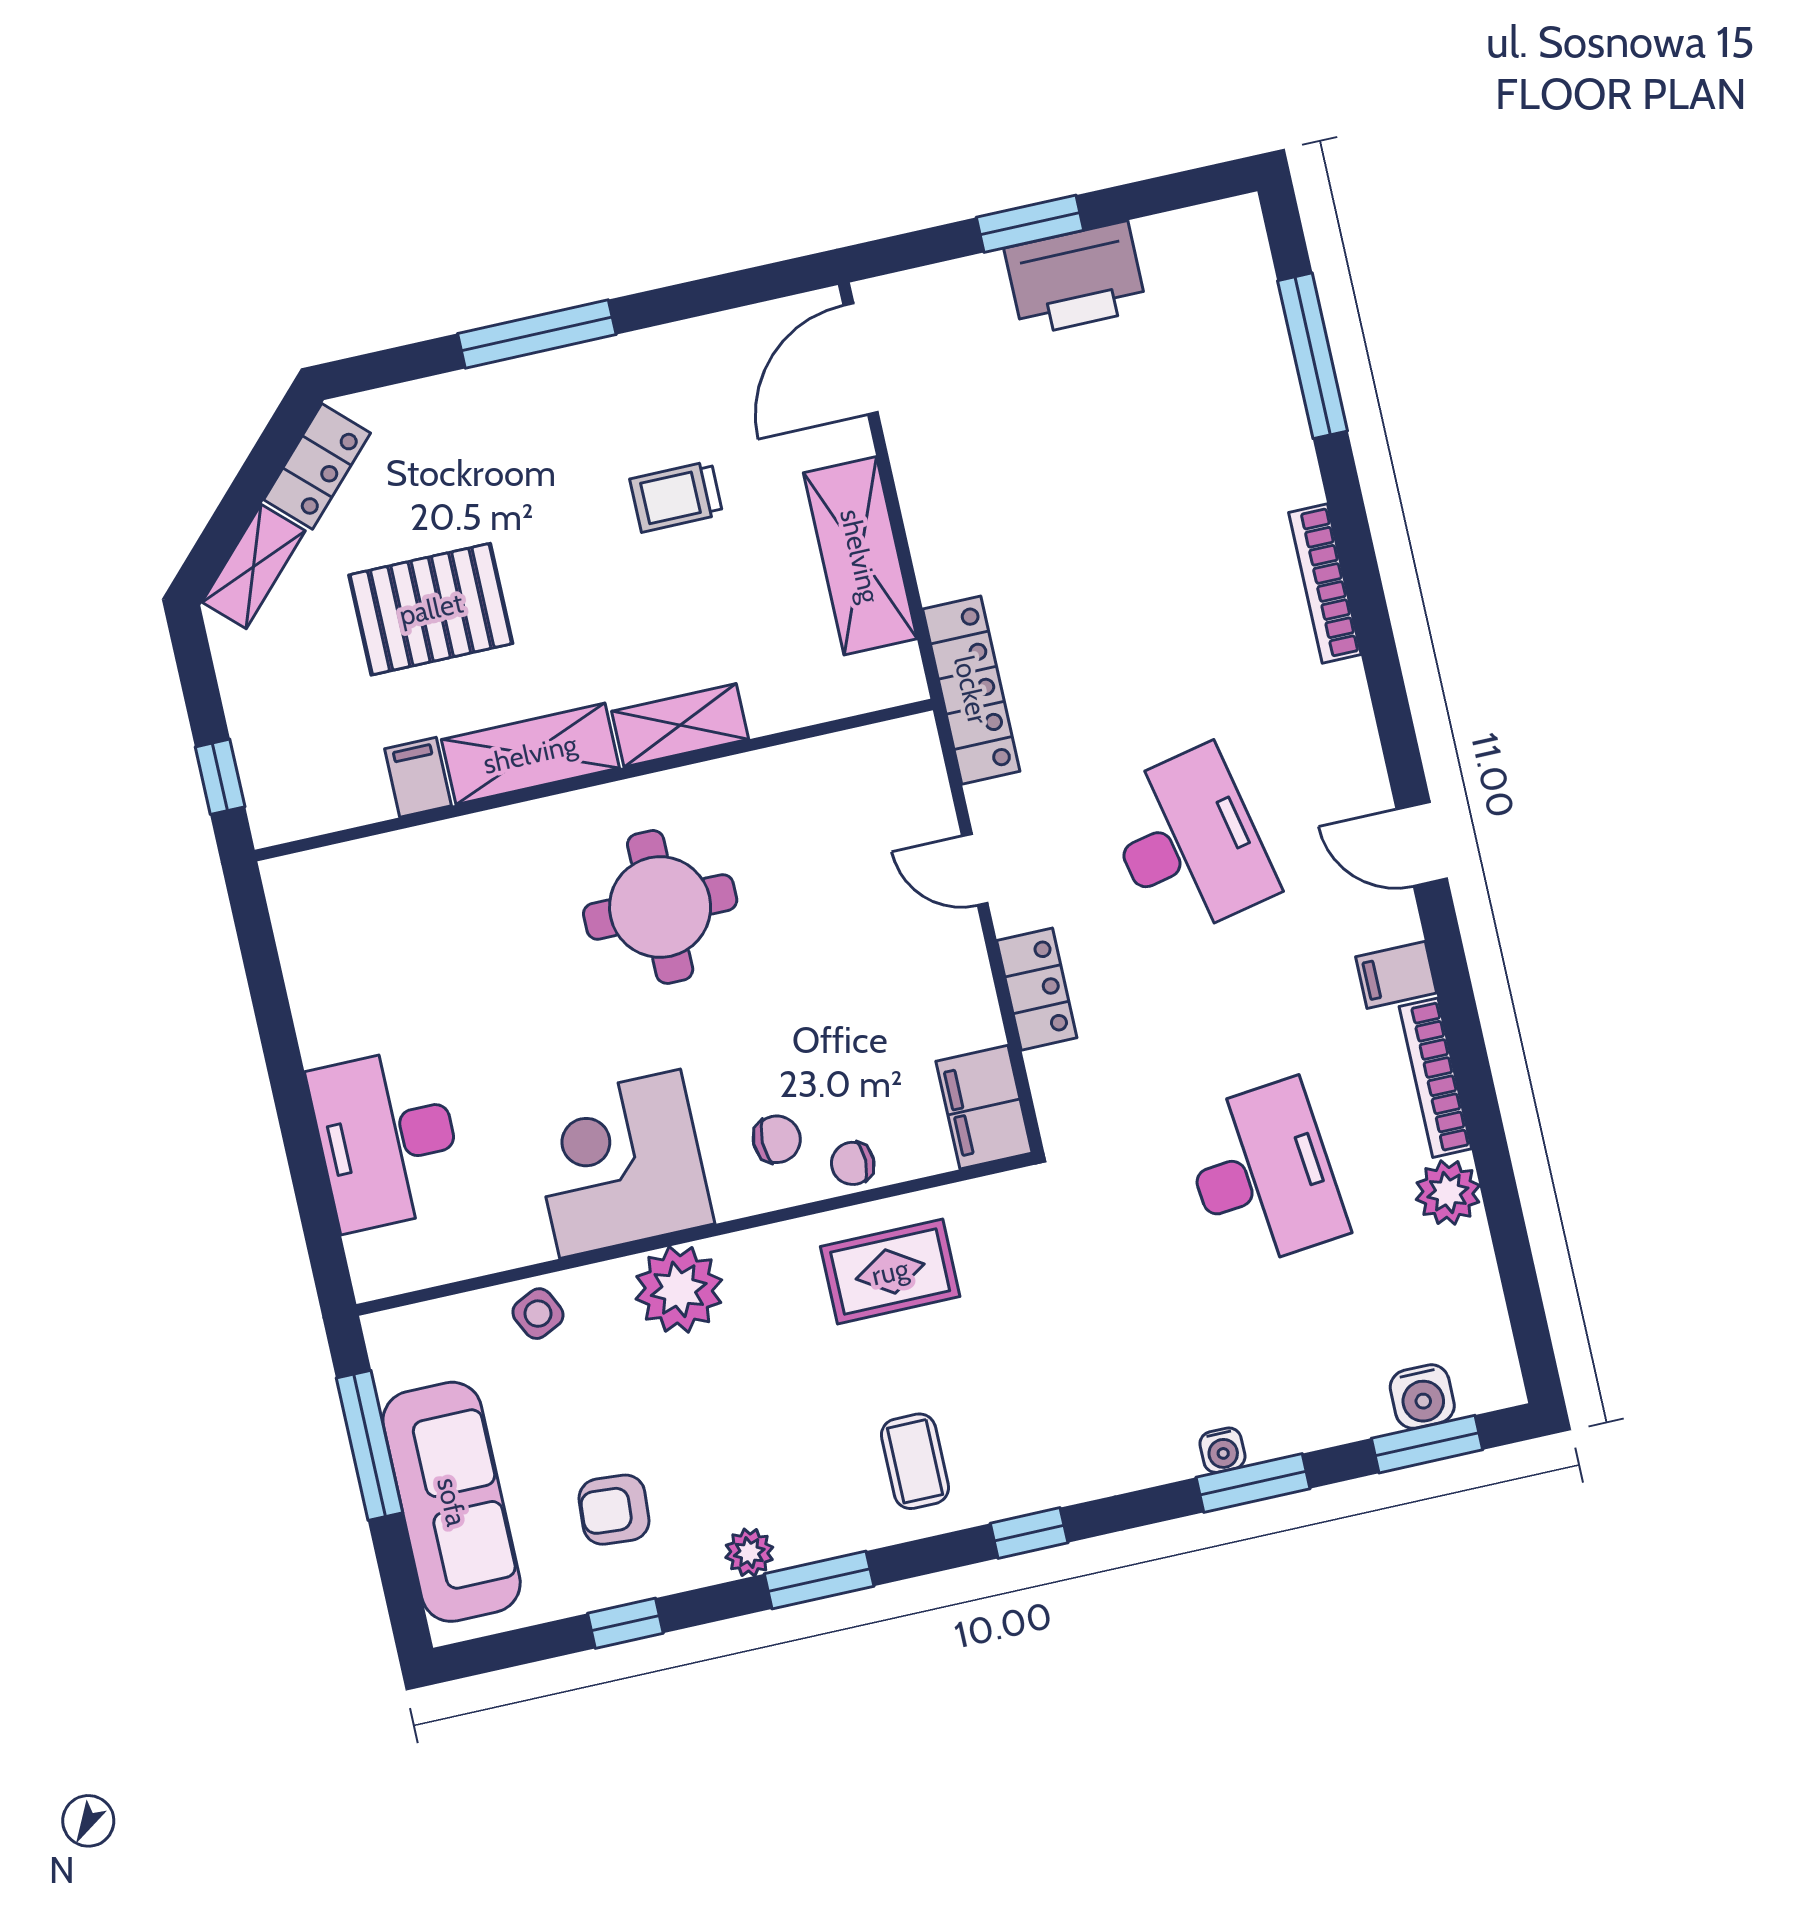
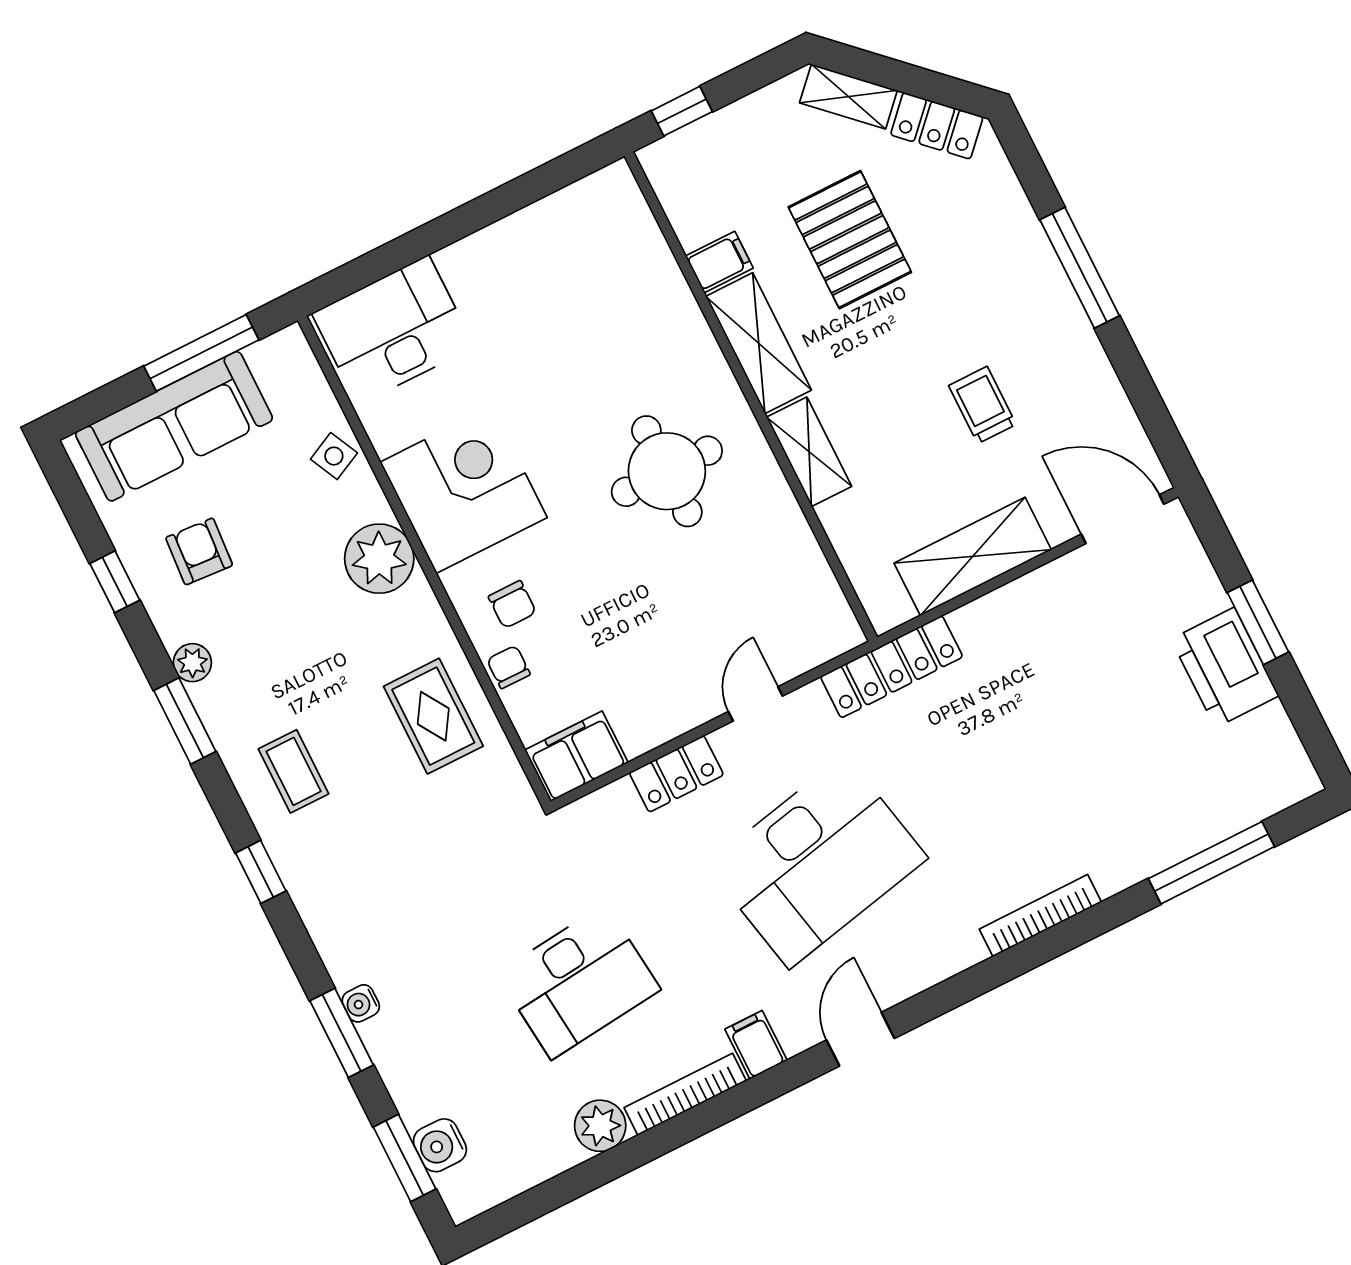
desk: (1189, 843) -> (817, 862), width x1.36, depth x1.30
desk: (387, 1139) -> (393, 330), moved
coffee table: (915, 1461) -> (294, 771), turned 90

